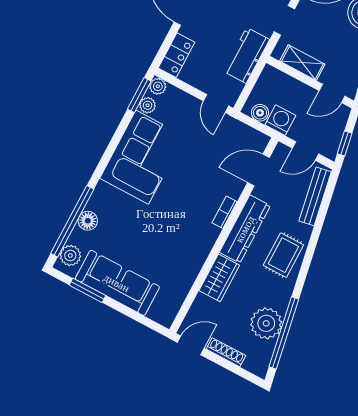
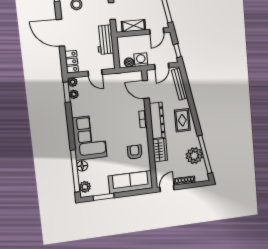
door: (216, 103) -> (95, 73), moved
corner sofa: (142, 157) -> (89, 137), moved
door: (259, 170) -> (146, 89), hinge flipped
armchair: (179, 254) -> (135, 152), added
sofa: (117, 283) -> (130, 182), moved

